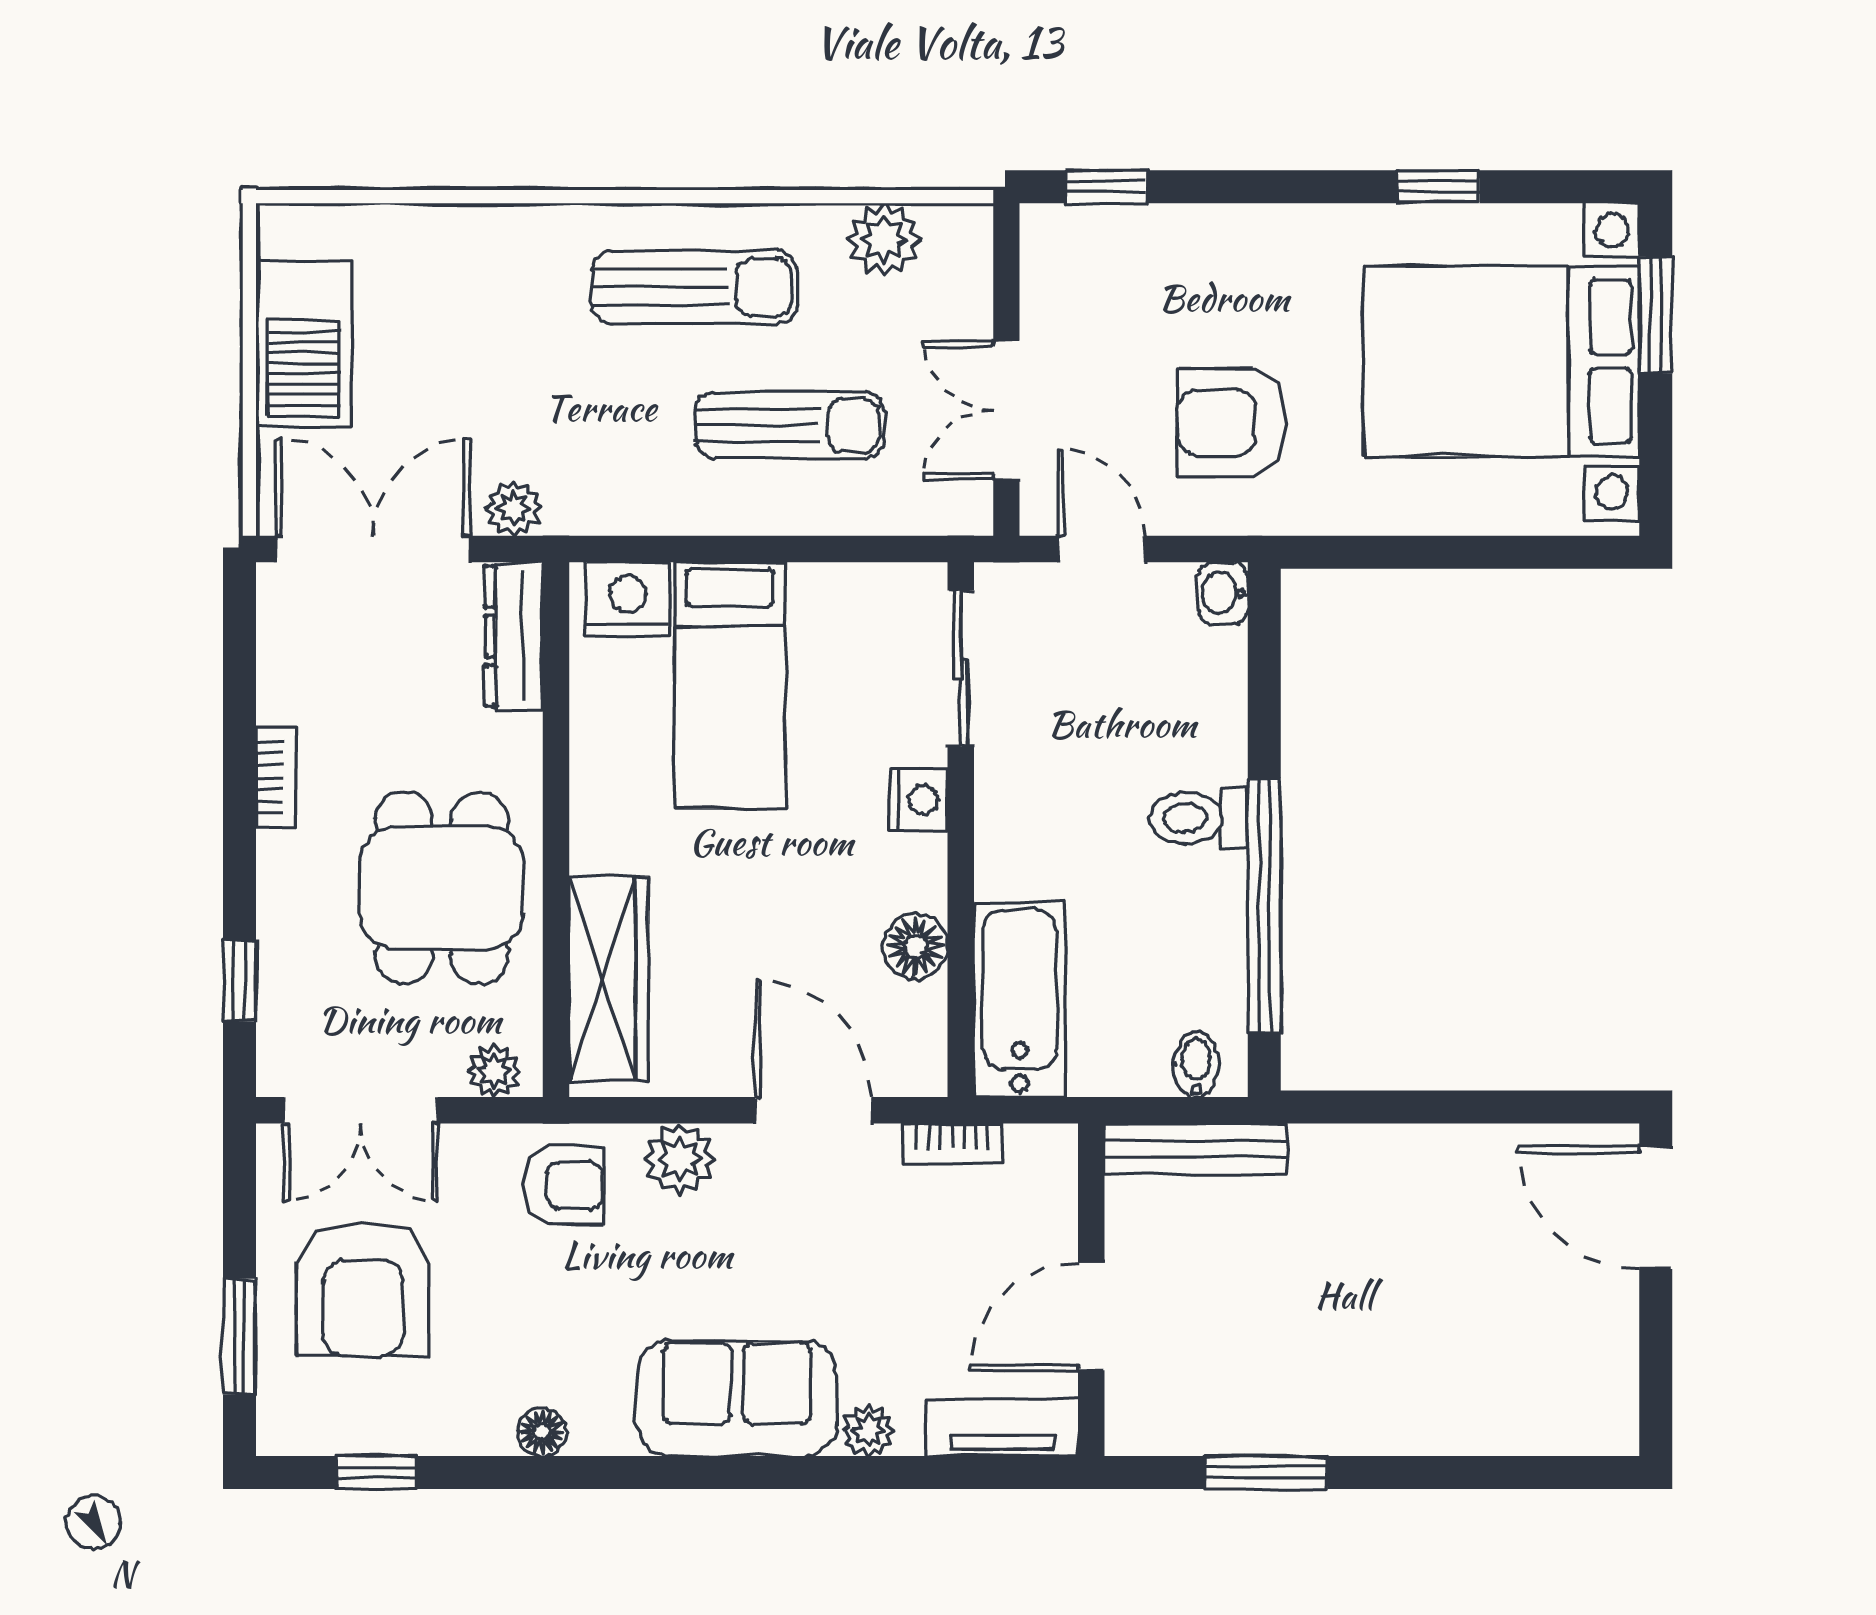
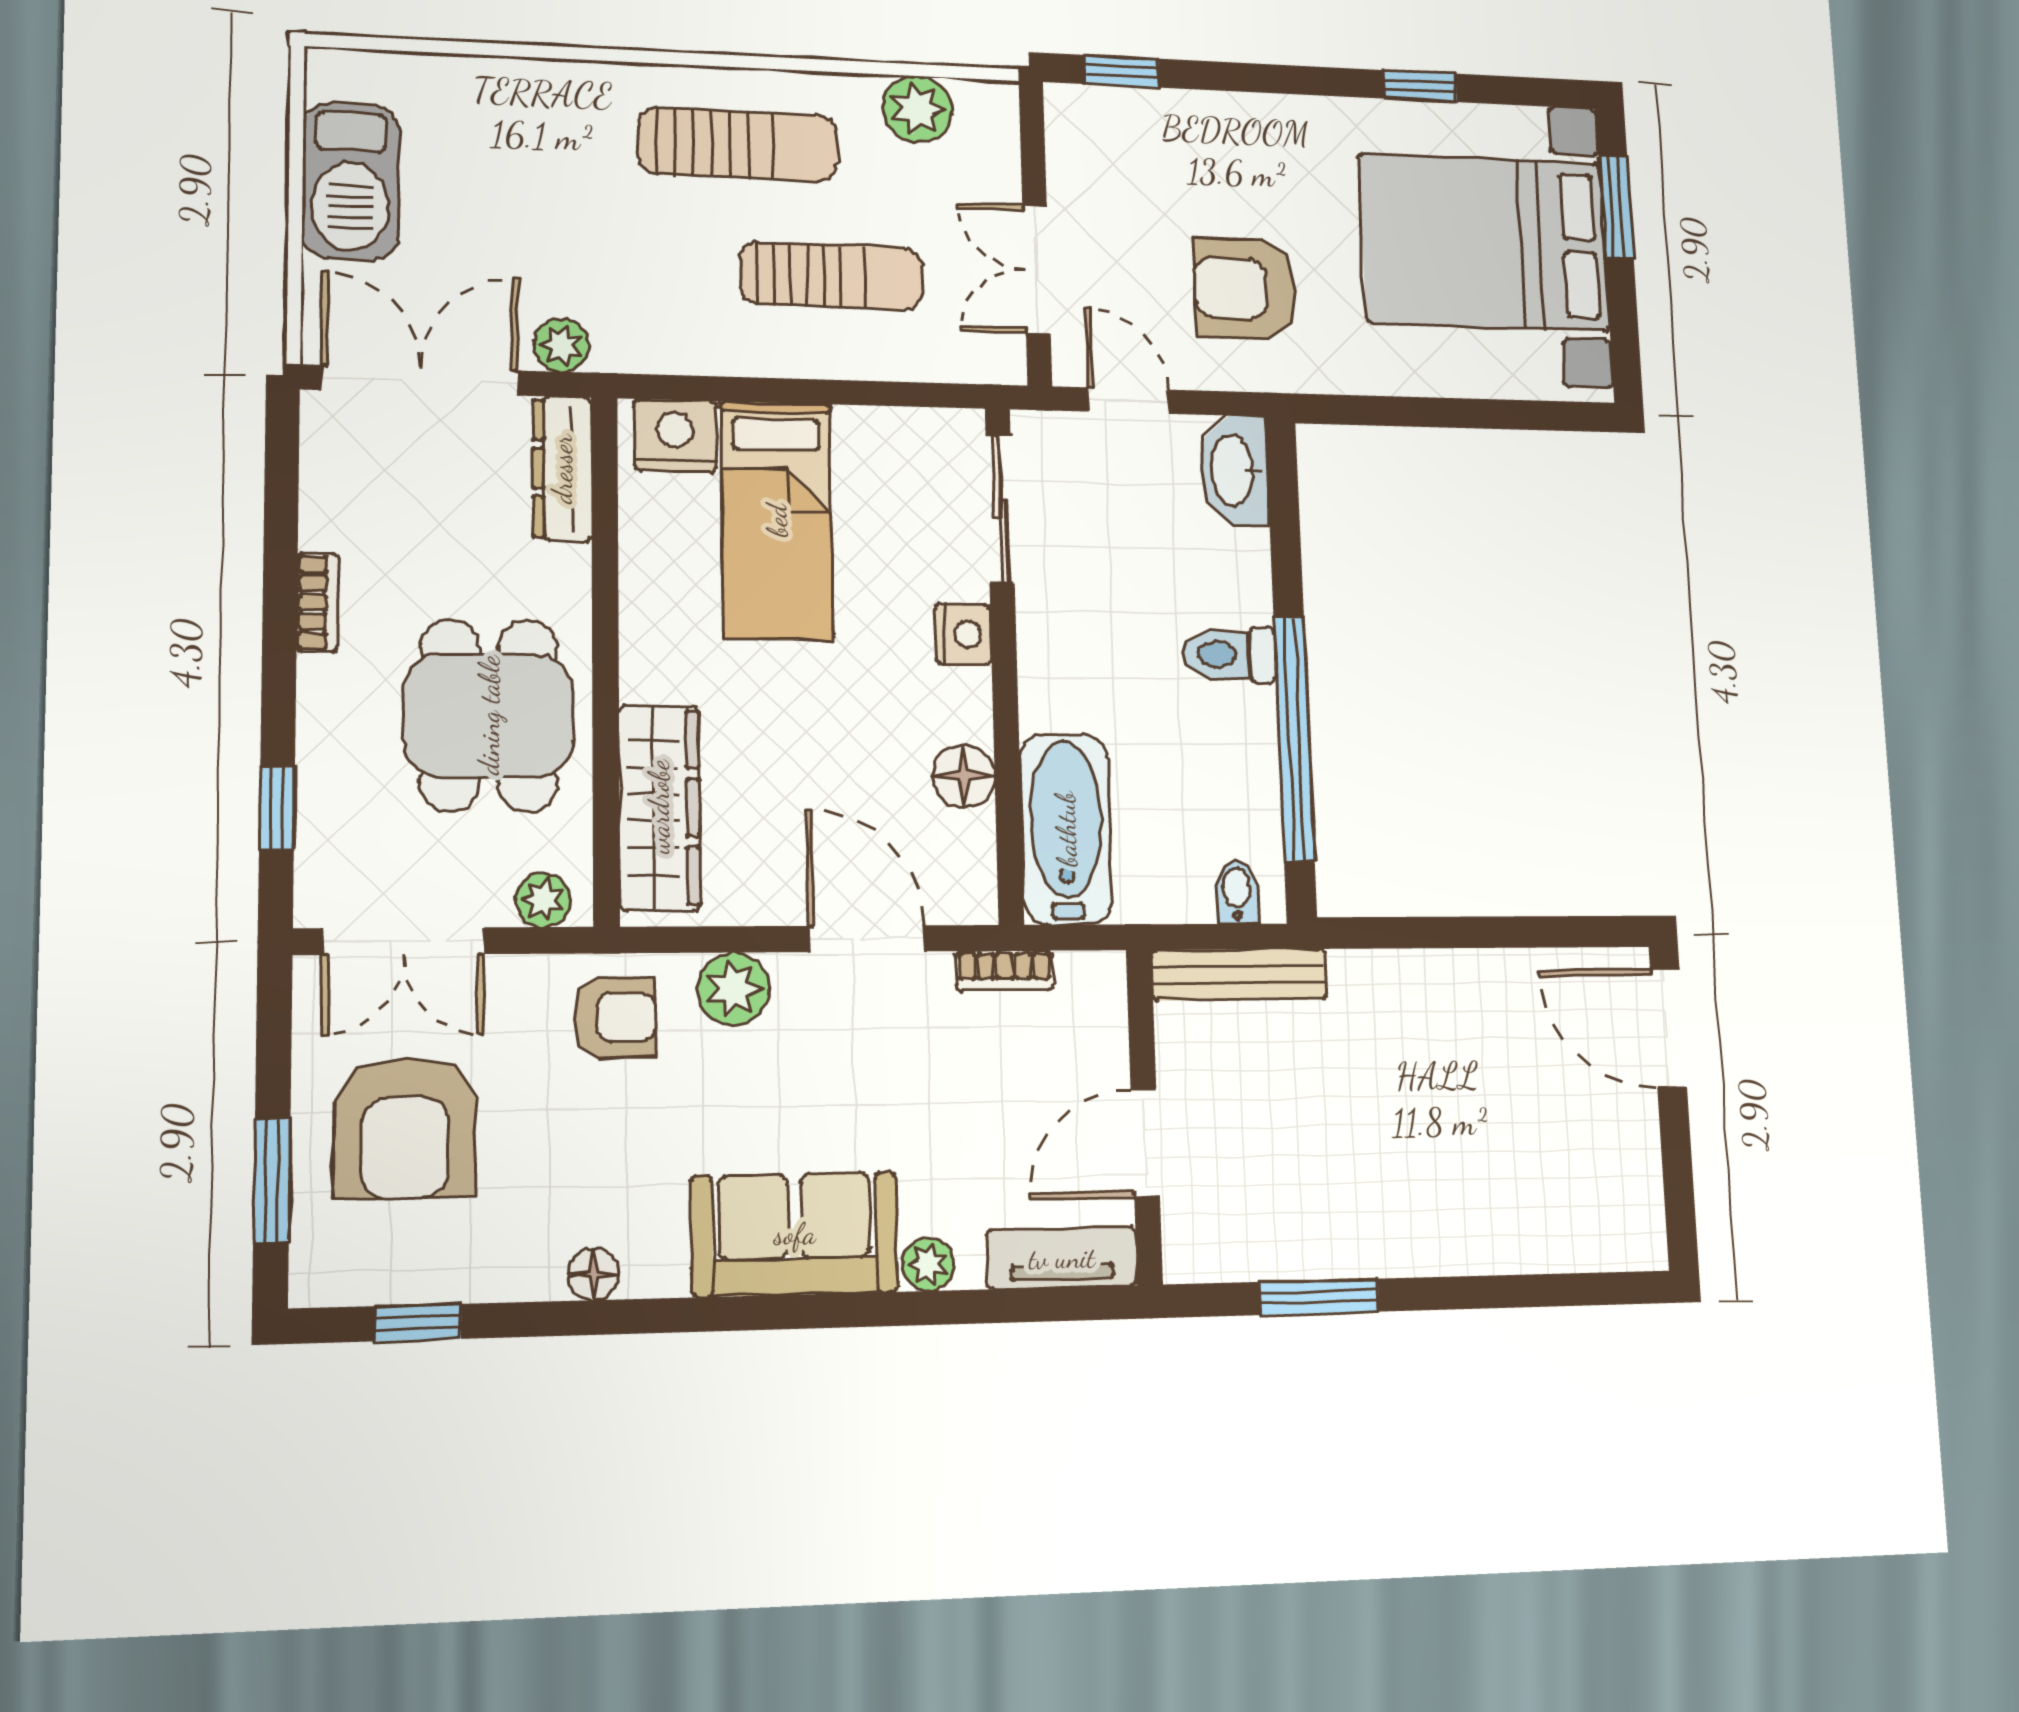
washbasin: (1223, 593) -> (1234, 470), width x1.91, depth x1.45

